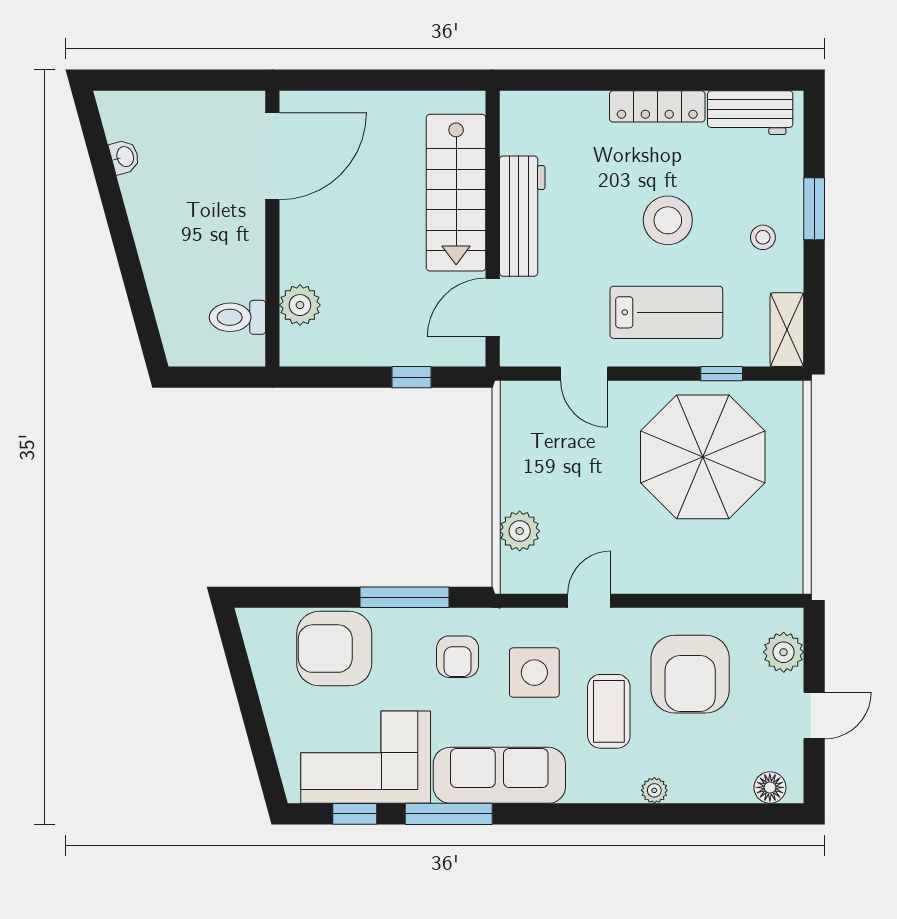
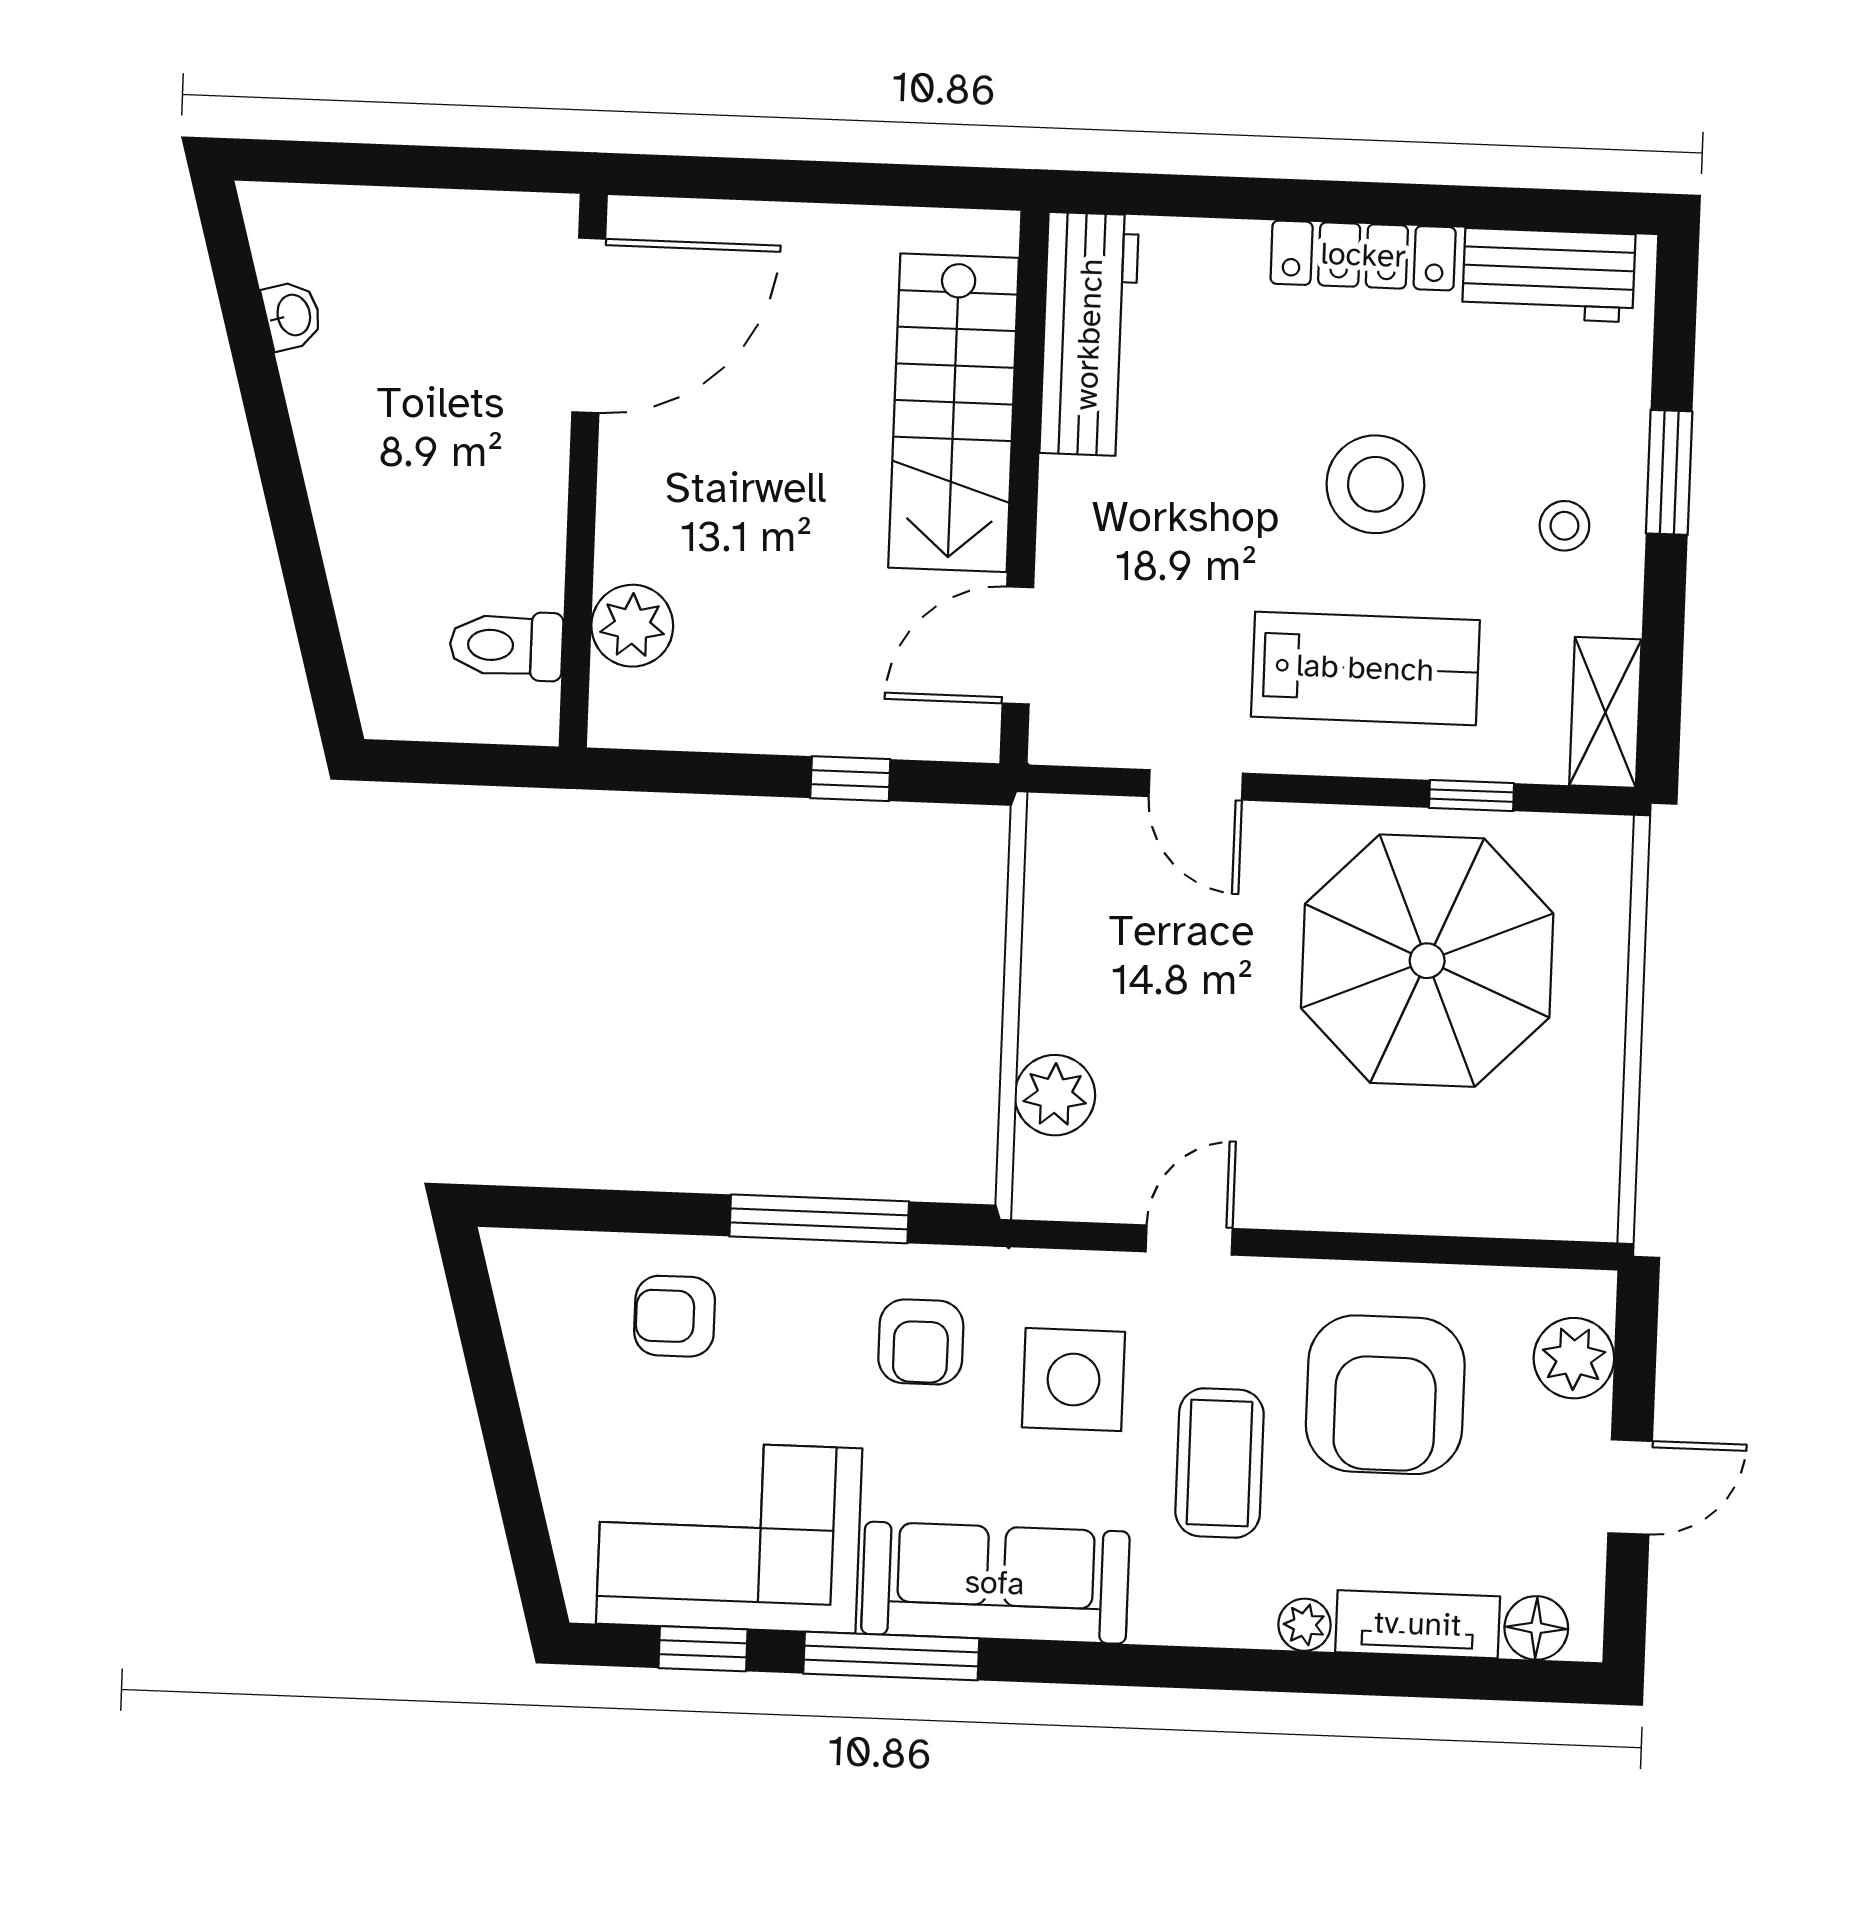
workbench: (522, 216) -> (1089, 334), moved
armchair: (334, 649) -> (675, 1316), width x0.53, depth x0.53
tv unit: (711, 788) -> (1418, 1624), added

